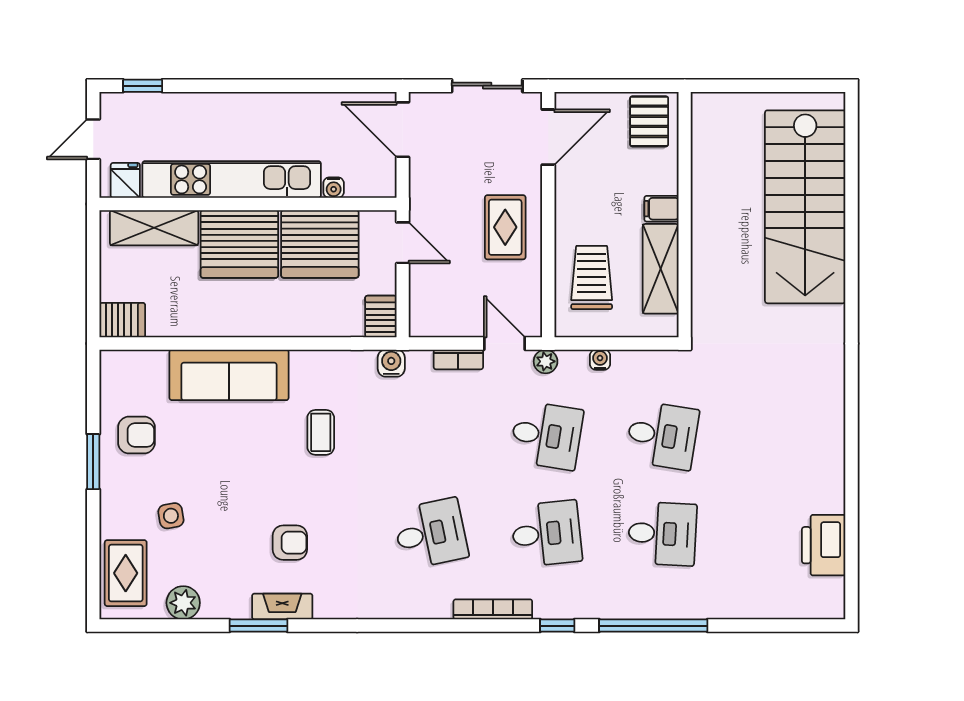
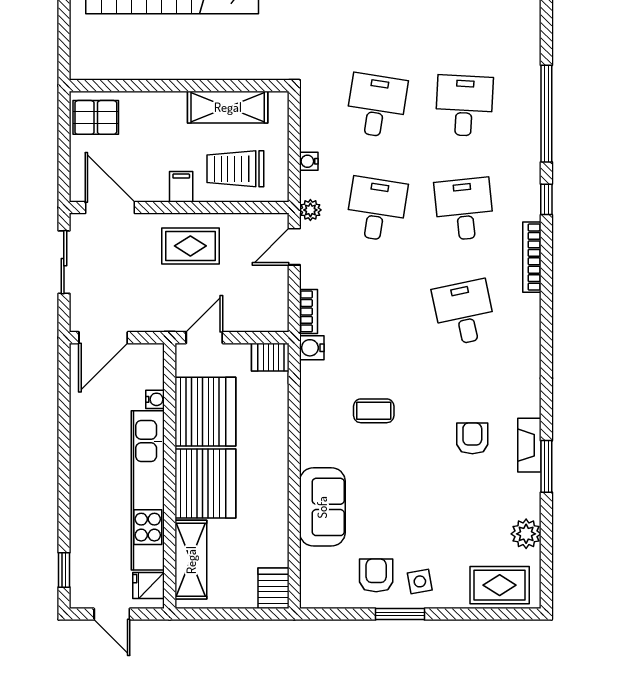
filing cabinet: (661, 209) -> (181, 187), moved, turned 180
bookcase: (458, 359) -> (309, 311), moved
sofa: (229, 375) -> (322, 507), width x0.73
side table: (171, 516) -> (420, 581), moved

